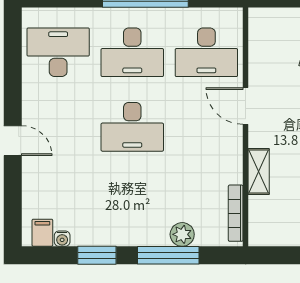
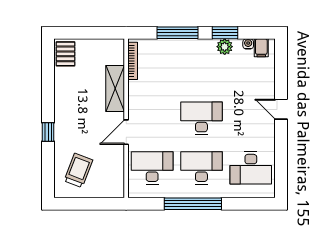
door: (246, 106) -> (126, 132), swing flipped
shelving: (259, 172) -> (115, 89), width x1.50, depth x1.33
plant: (182, 234) -> (225, 47), moved

